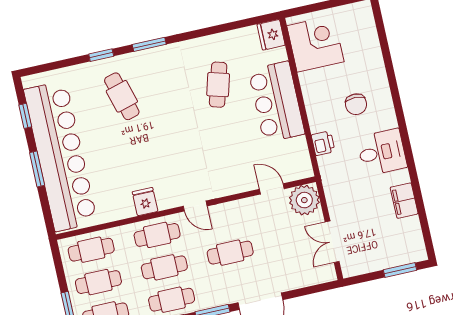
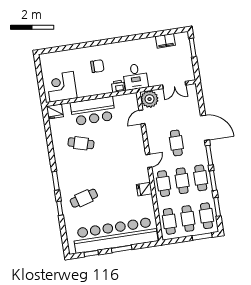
desk: (382, 152) -> (135, 77), moved, turned 180
filing cabinet: (404, 201) -> (165, 41), moved

